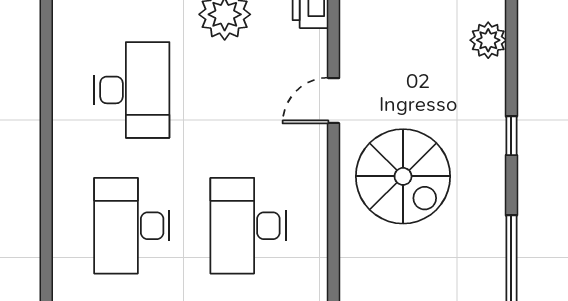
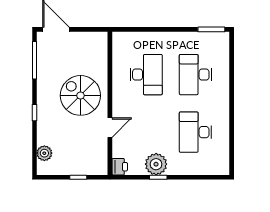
desk: (132, 226) -> (195, 75), turned 180

